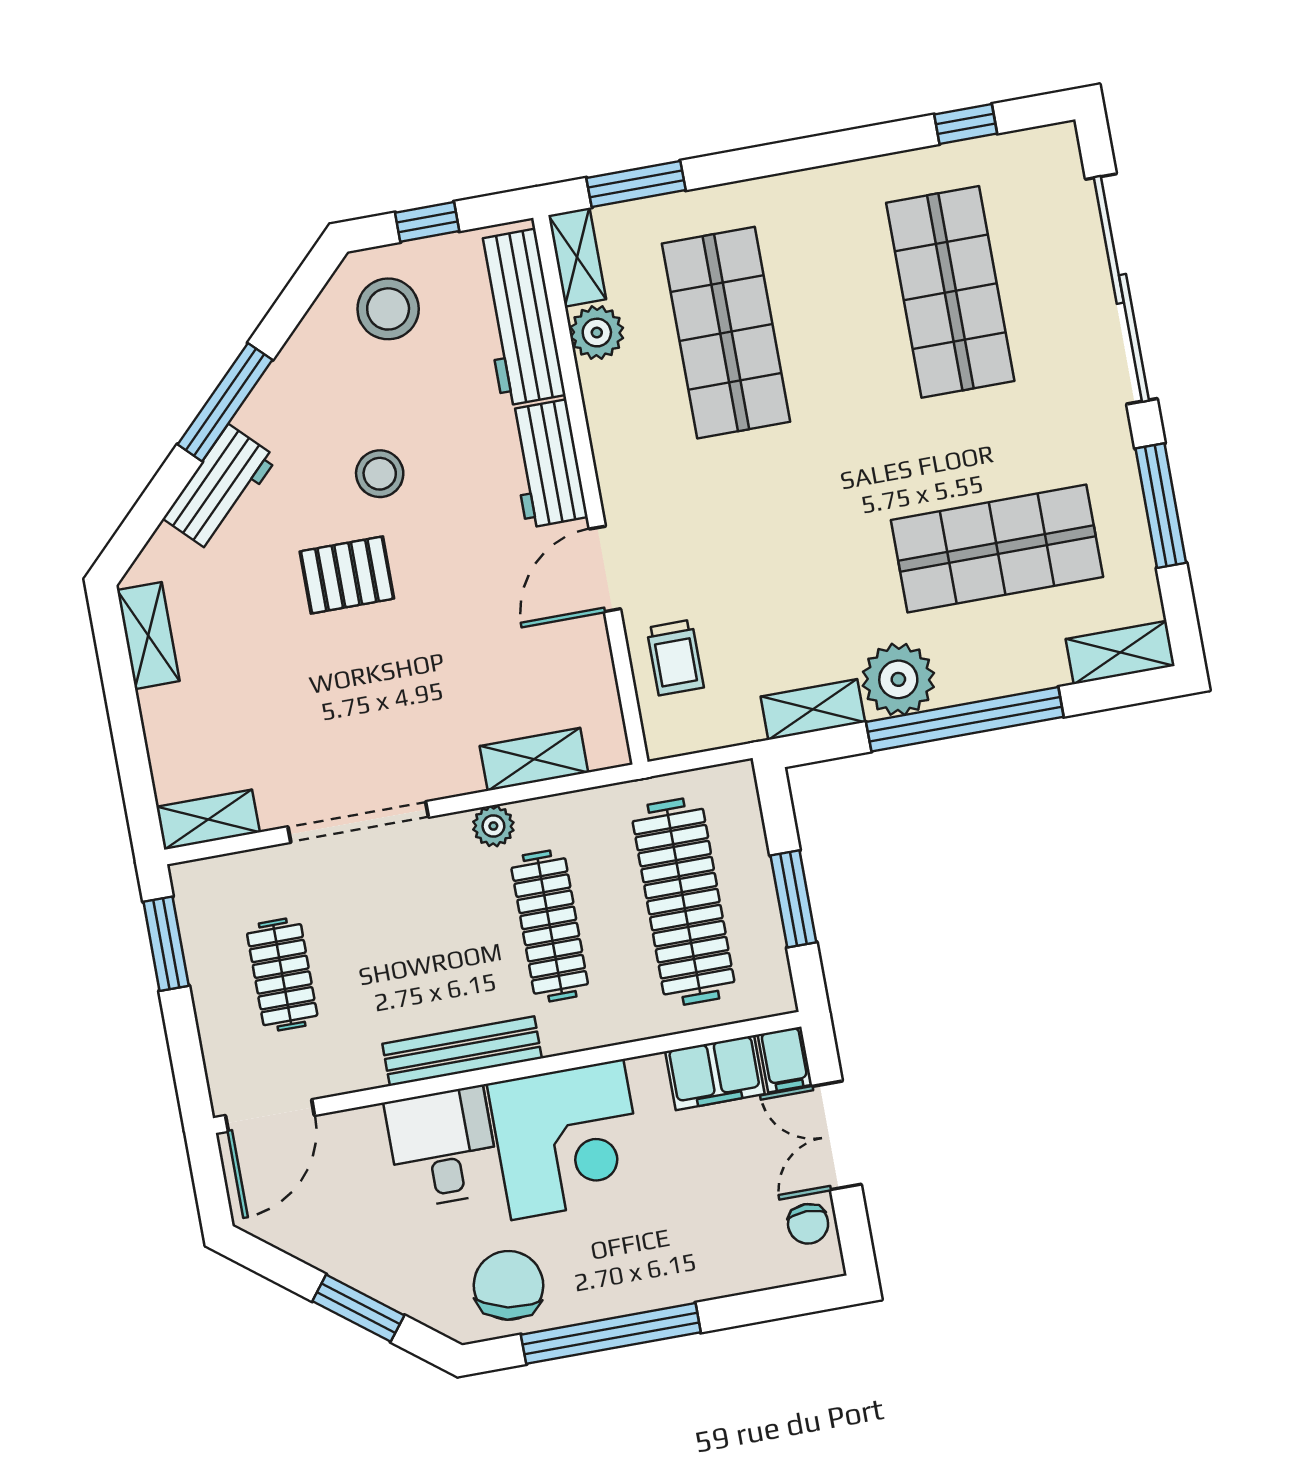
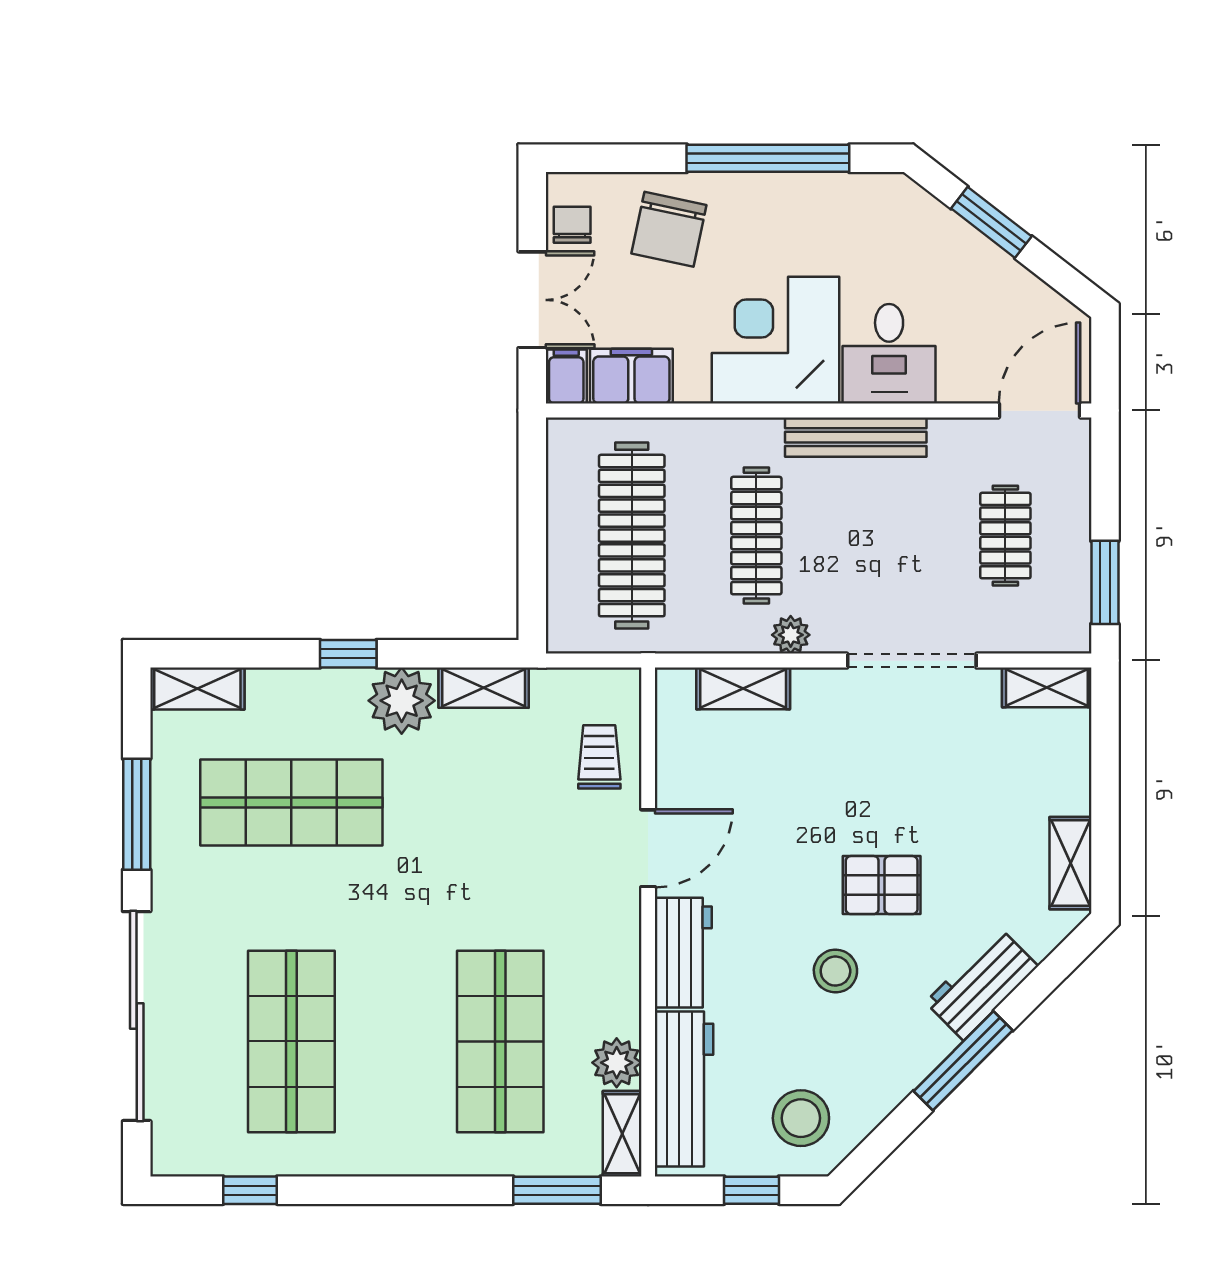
window: (965, 719) -> (348, 654), width x0.32
window: (793, 899) -> (532, 520), removed
chair: (508, 1285) -> (669, 229), moved

